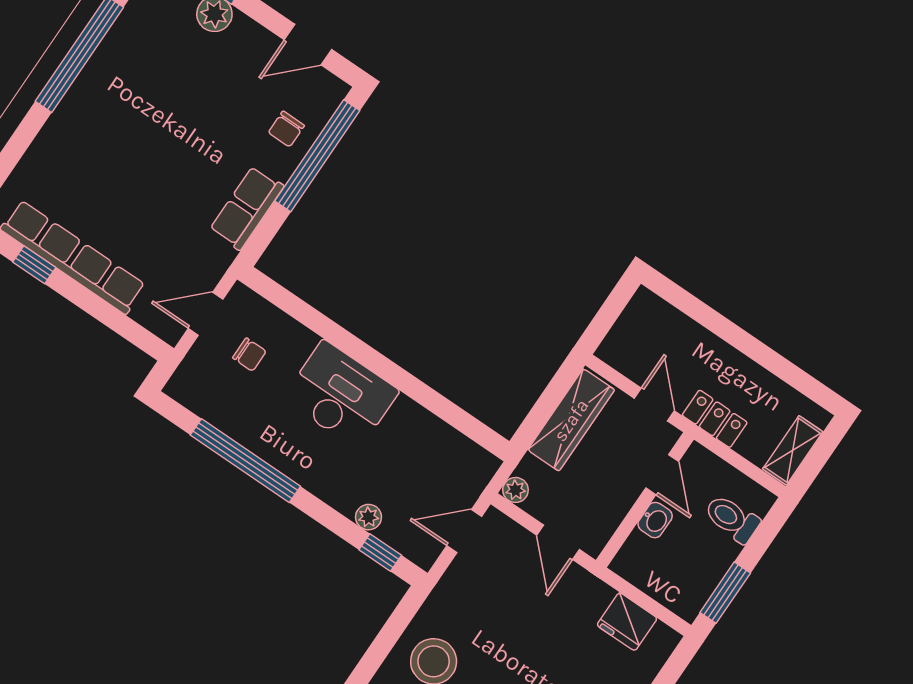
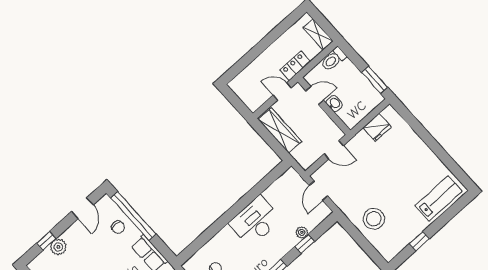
desk: (341, 395) -> (255, 221), moved
plant: (515, 490) -> (306, 163), removed
toilet: (732, 519) -> (333, 59), moved
window: (380, 553) -> (305, 244), moved

